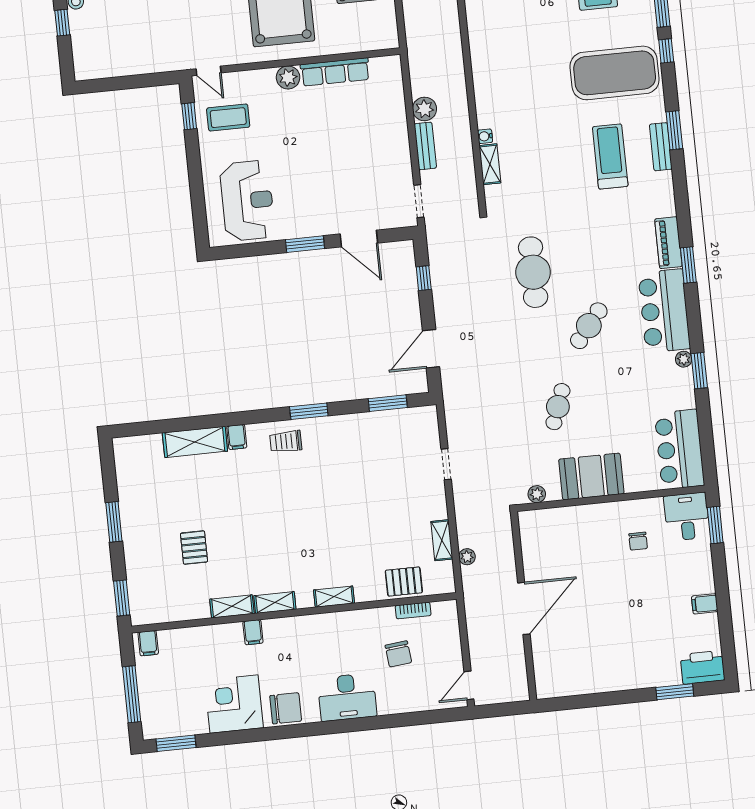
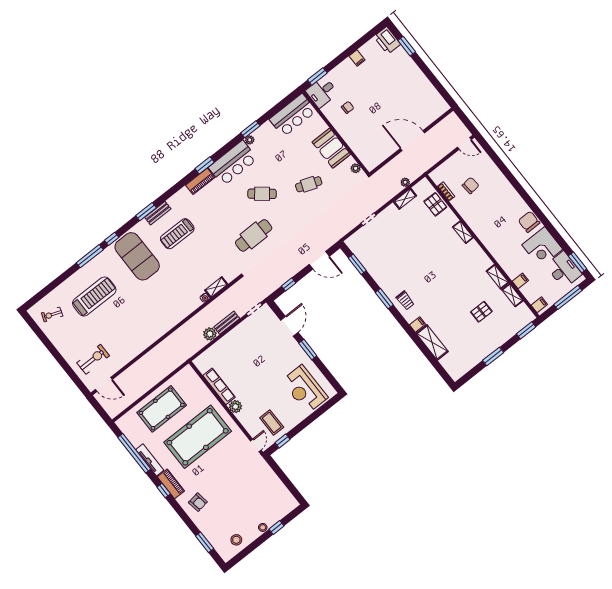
reception desk: (247, 201) -> (305, 389), turned -90
shelving: (275, 602) -> (512, 295), moved
filing cabinet: (253, 632) -> (520, 281), moved
desk: (347, 697) -> (564, 270), moved

